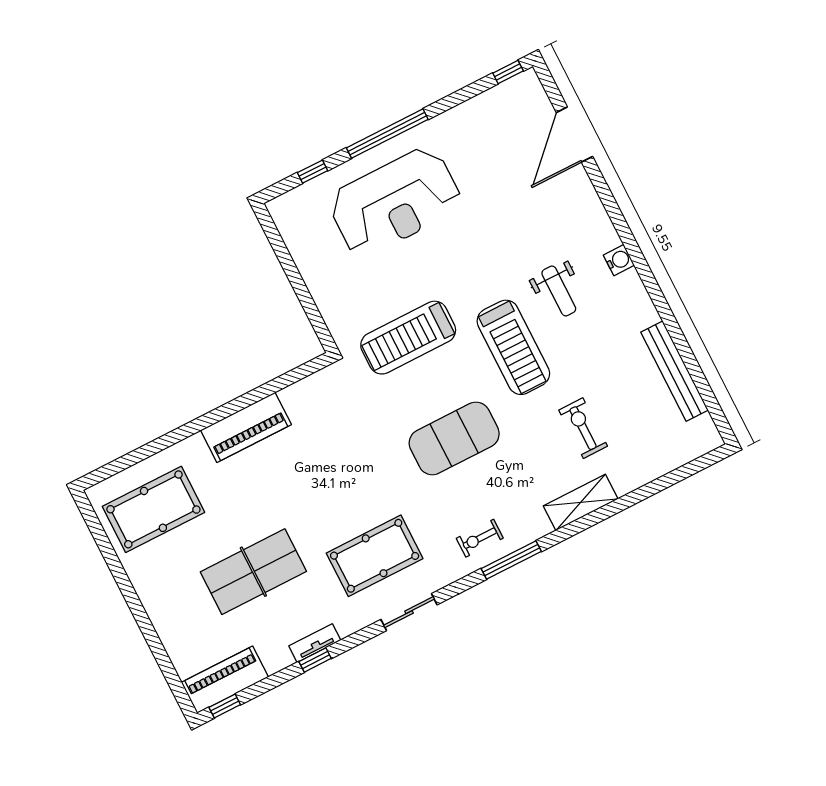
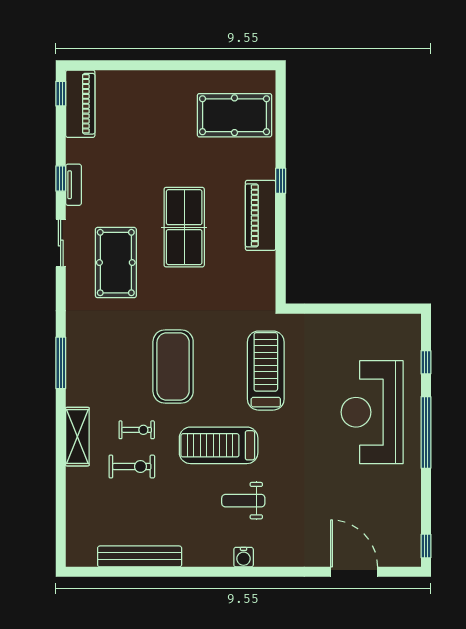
window: (198, 425) -> (281, 181), added
pool table: (153, 509) -> (234, 115), turned 90
exercise bike: (480, 538) -> (137, 430), moved, turned 90
table tennis table: (253, 572) -> (184, 227), moved
sliding door: (409, 612) -> (61, 243), moved

